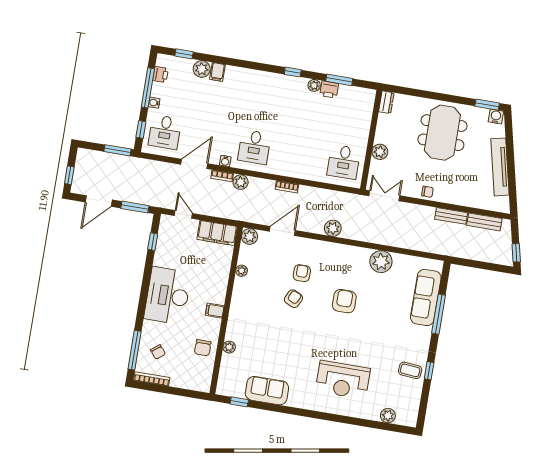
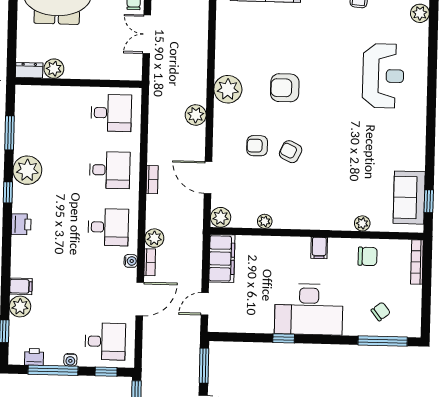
plant: (314, 85) -> (27, 170), width x1.88, depth x1.88
printer: (329, 90) -> (21, 224), moved
plant: (380, 152) -> (54, 69), moved
desk: (299, 155) -> (110, 170), added
door: (194, 164) -> (140, 299), swing flipped
double door: (384, 196) -> (147, 34), moved
window: (153, 242) -> (284, 338), moved
plant: (381, 262) -> (228, 89), moved
bookcase: (152, 379) -> (417, 262), moved
sofa: (267, 391) -> (409, 198), moved

